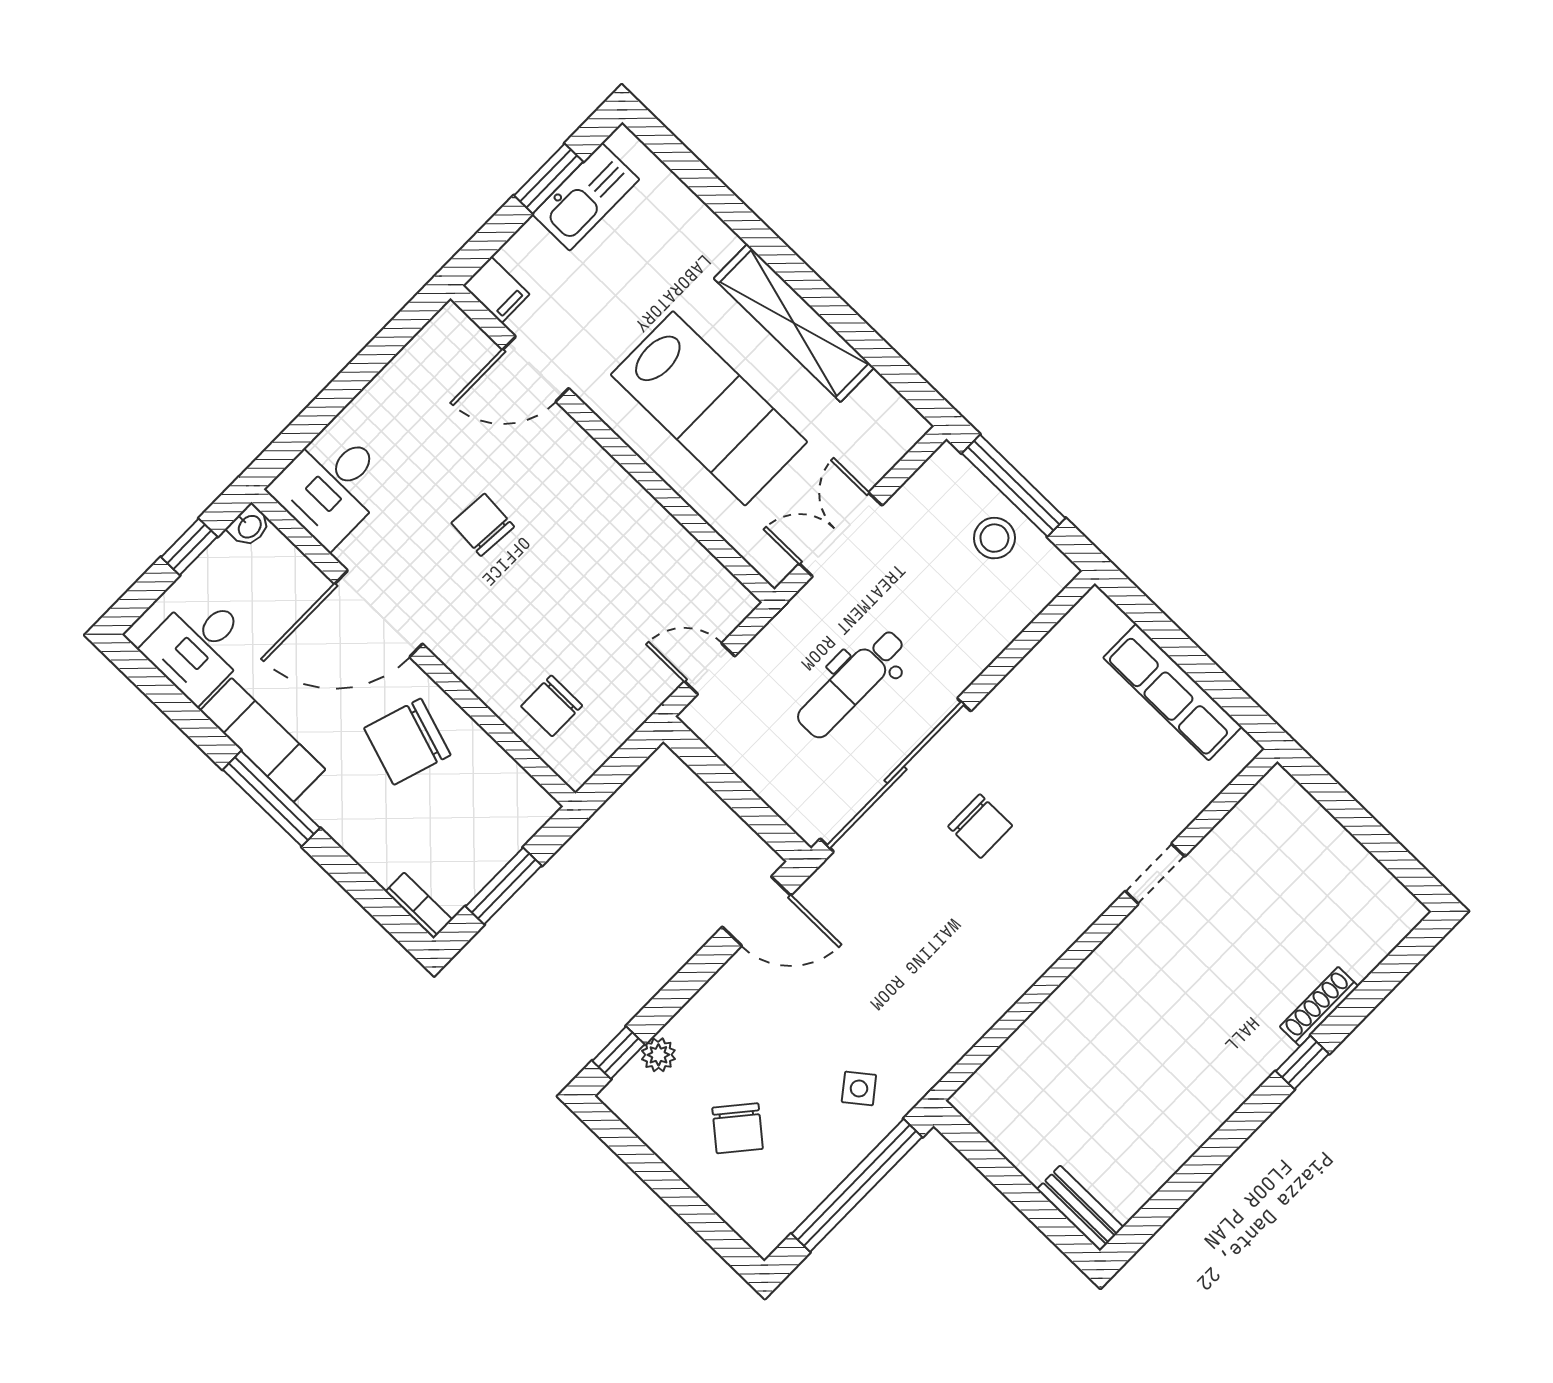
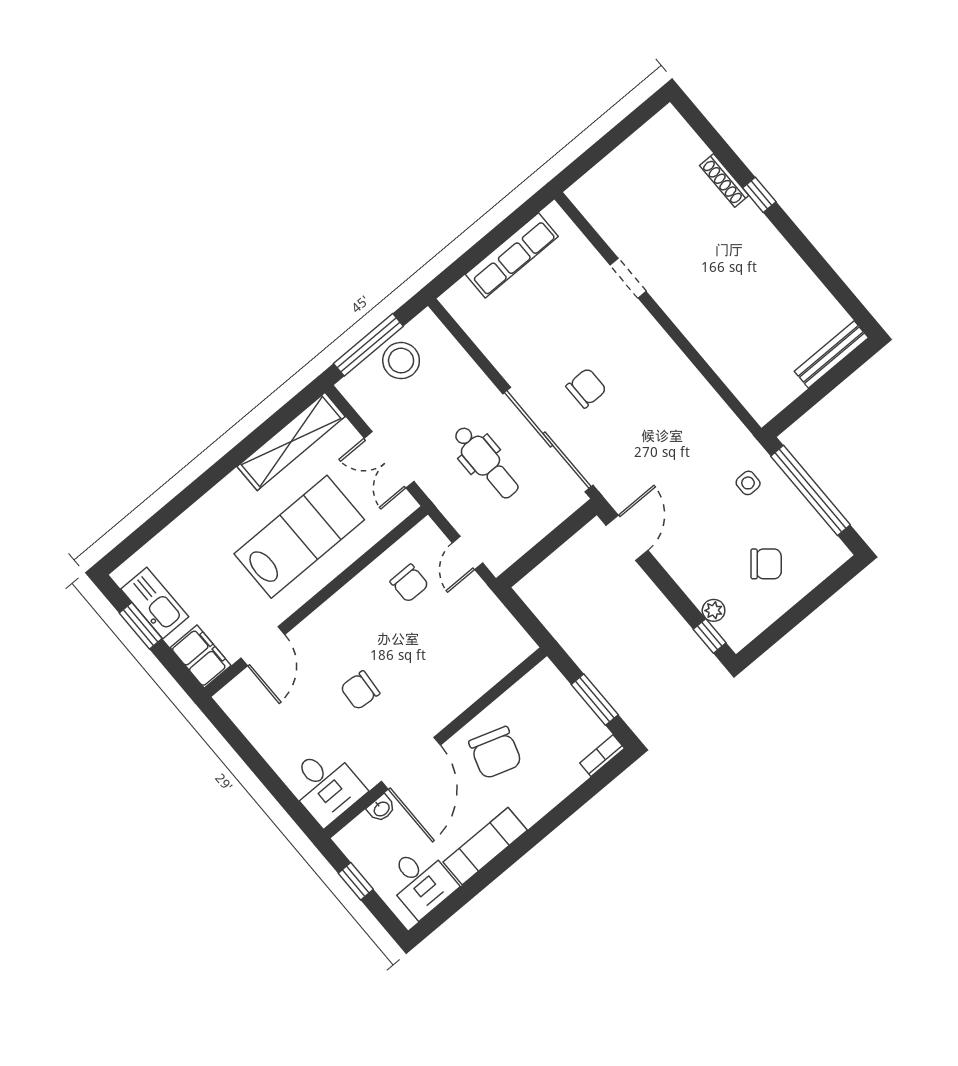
filing cabinet: (496, 290) -> (201, 657), width x2.00
shelving: (794, 323) -> (291, 441), moved
washbasin: (249, 526) -> (381, 809), moved, turned 90
stool: (994, 538) -> (401, 361), width x1.38, depth x1.38
chair: (552, 706) -> (409, 583), moved
window: (271, 799) -> (524, 844), removed
side table: (859, 1088) -> (748, 483), turned 38
bench: (1080, 1208) -> (831, 354), width x1.36

